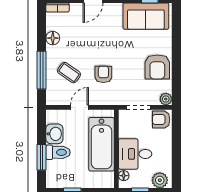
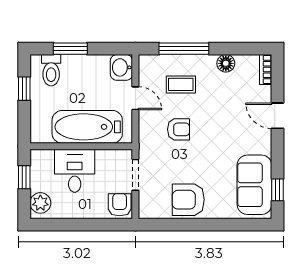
coffee table: (69, 73) -> (181, 84), turned 55
plant: (166, 99) -> (146, 211), removed
washbasin: (54, 134) -> (121, 67), moved, turned 90
toilet: (58, 152) -> (51, 70), moved
floor lamp: (124, 176) -> (46, 156), removed

